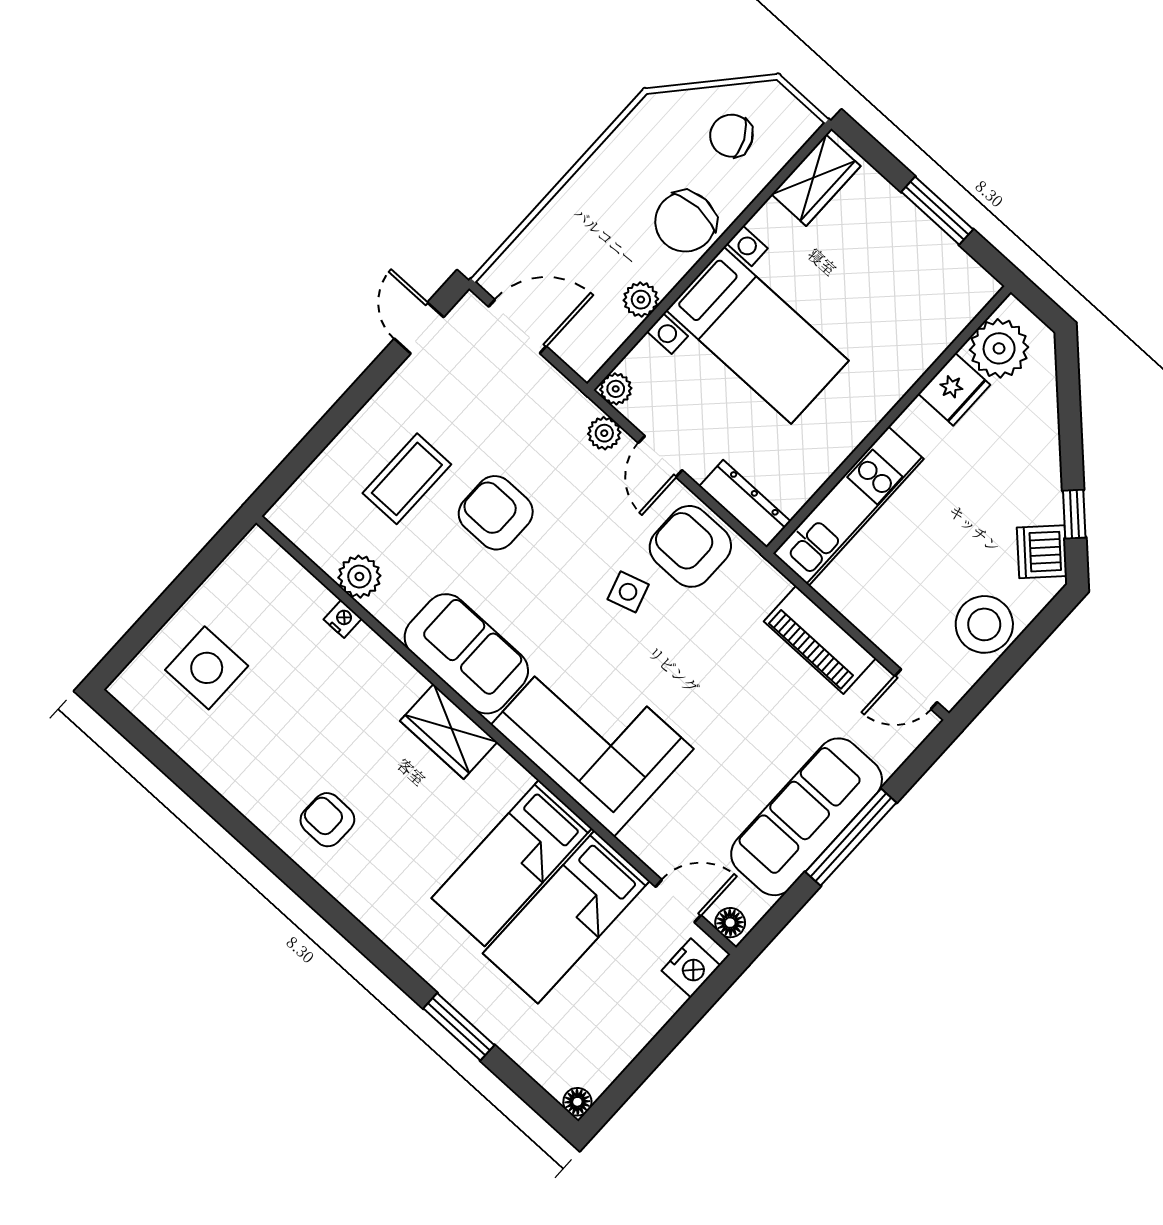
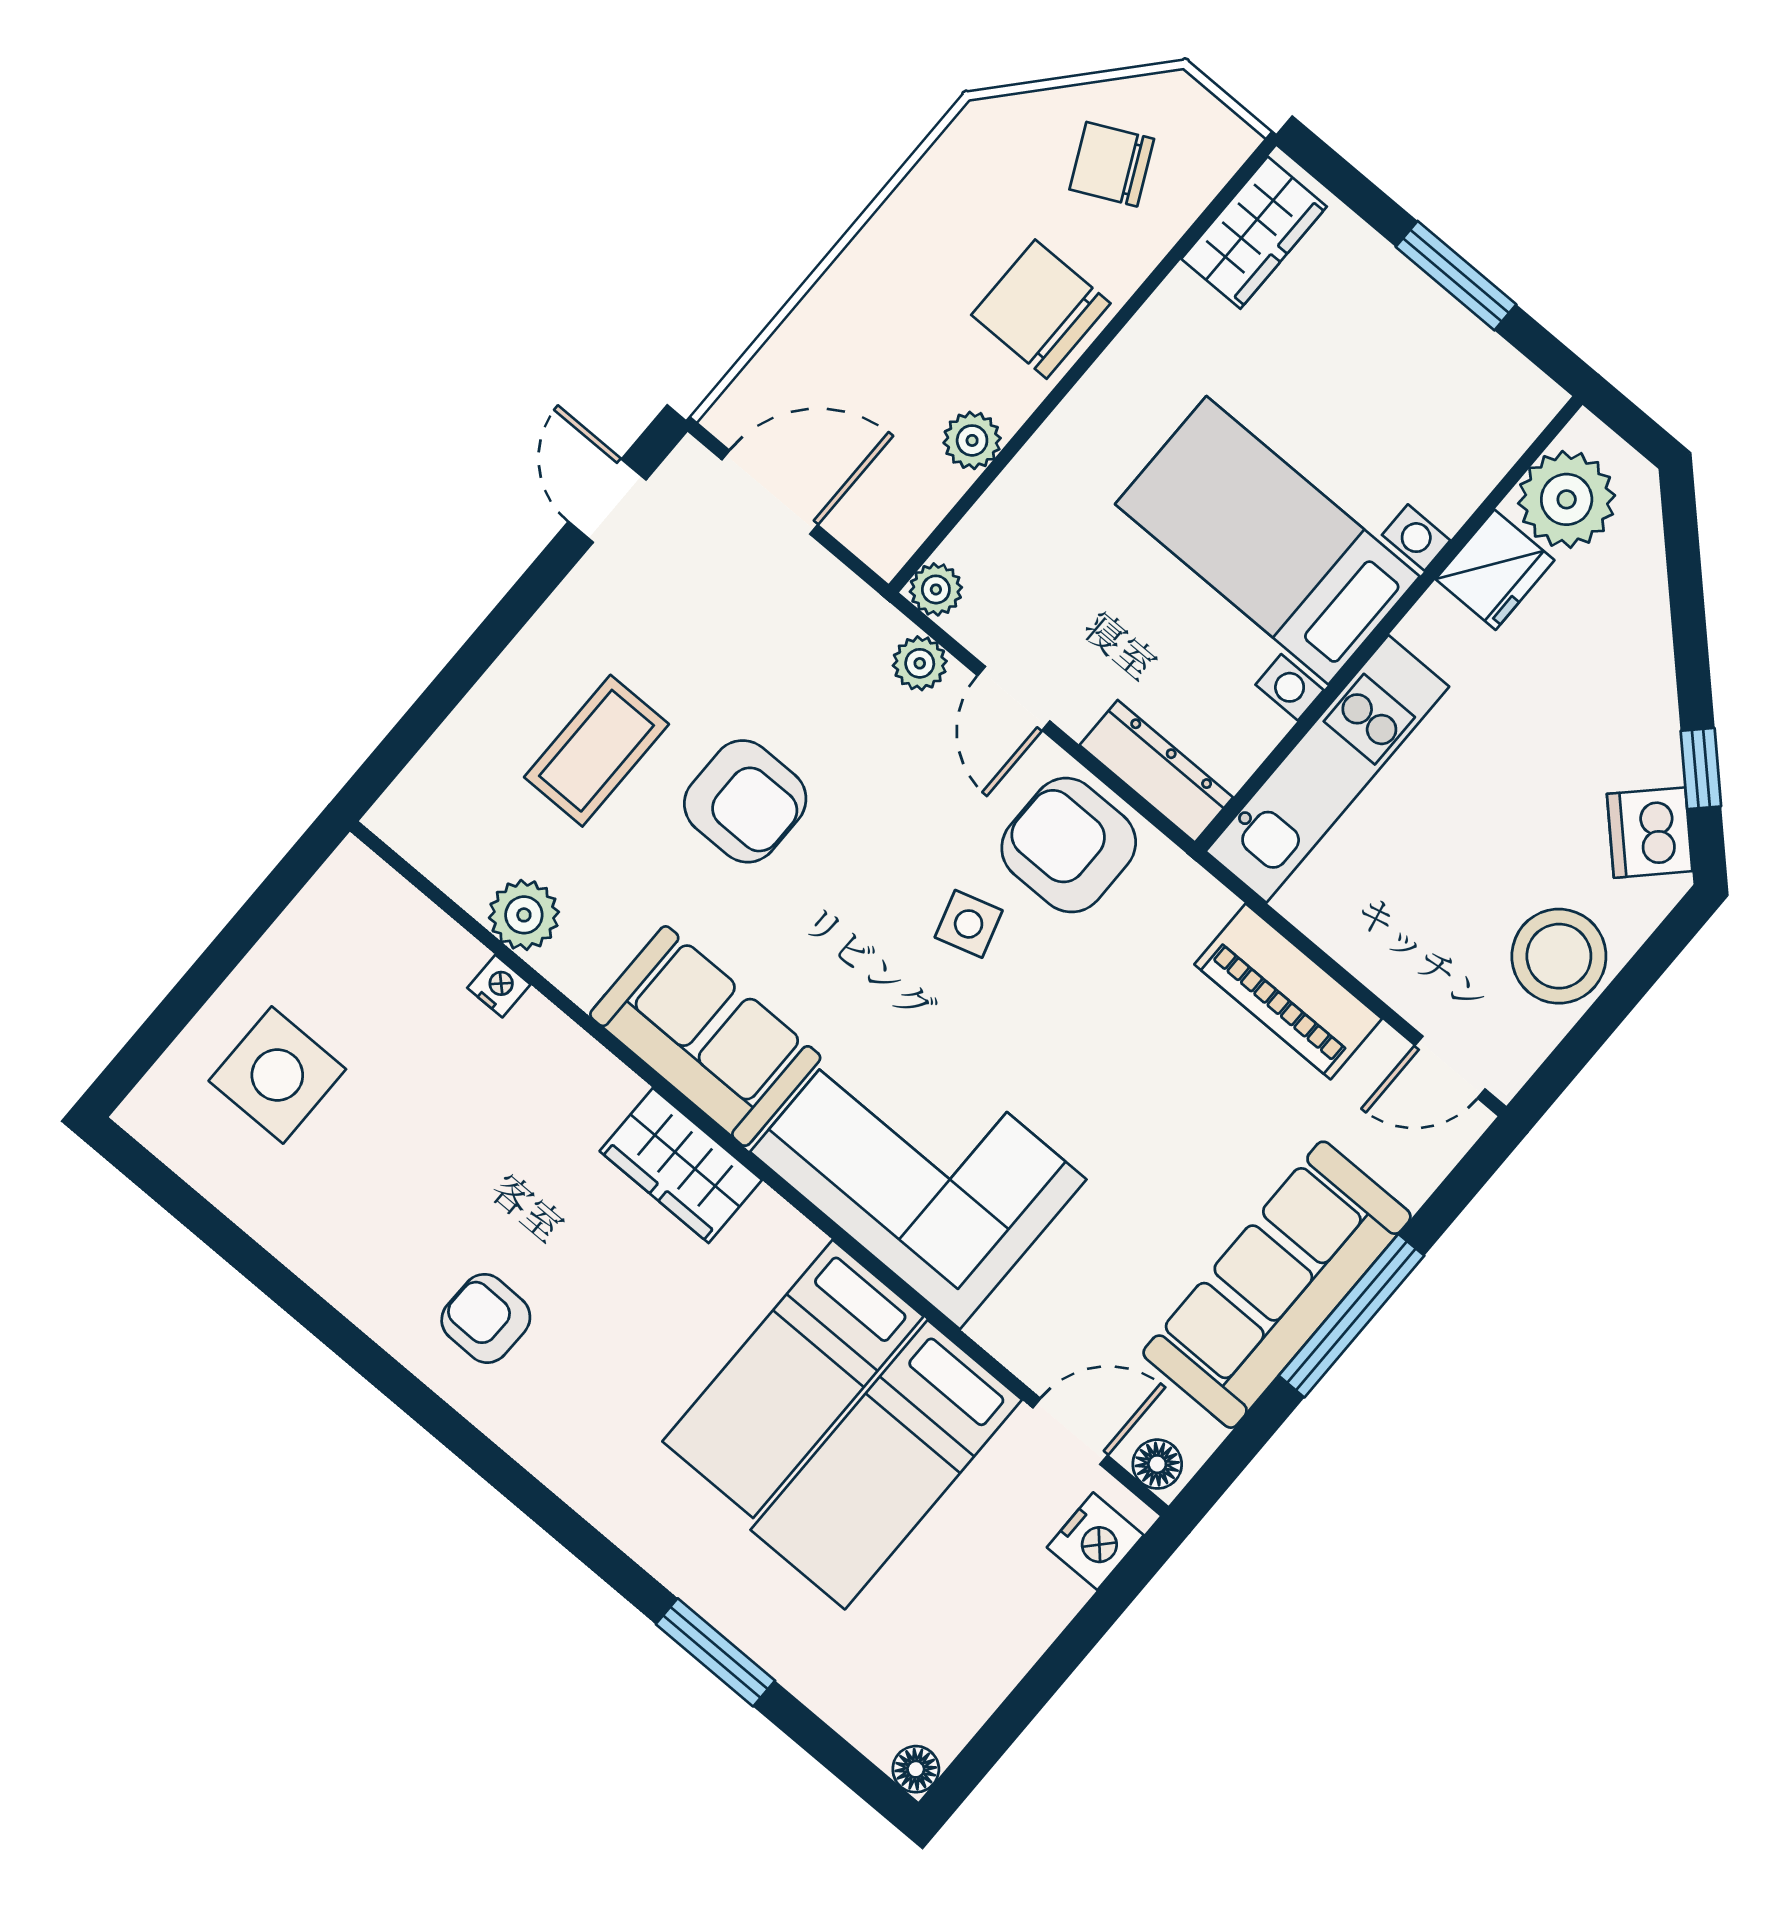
chair: (685, 222) -> (1041, 309), turned 90
bed with nightstands: (757, 335) -> (1267, 540), moved, turned 180
armchair: (496, 513) -> (745, 801), turned 180

